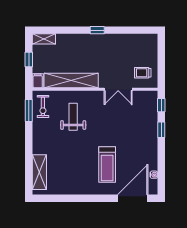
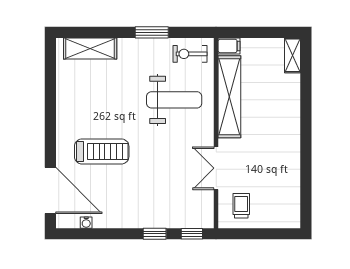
window: (97, 30) -> (306, 136), removed
window: (29, 60) -> (261, 32), removed
window: (29, 111) -> (152, 32), moved
weight bench: (73, 117) -> (174, 100), width x1.36, depth x1.33
treadmill: (107, 164) -> (102, 151), turned 180

